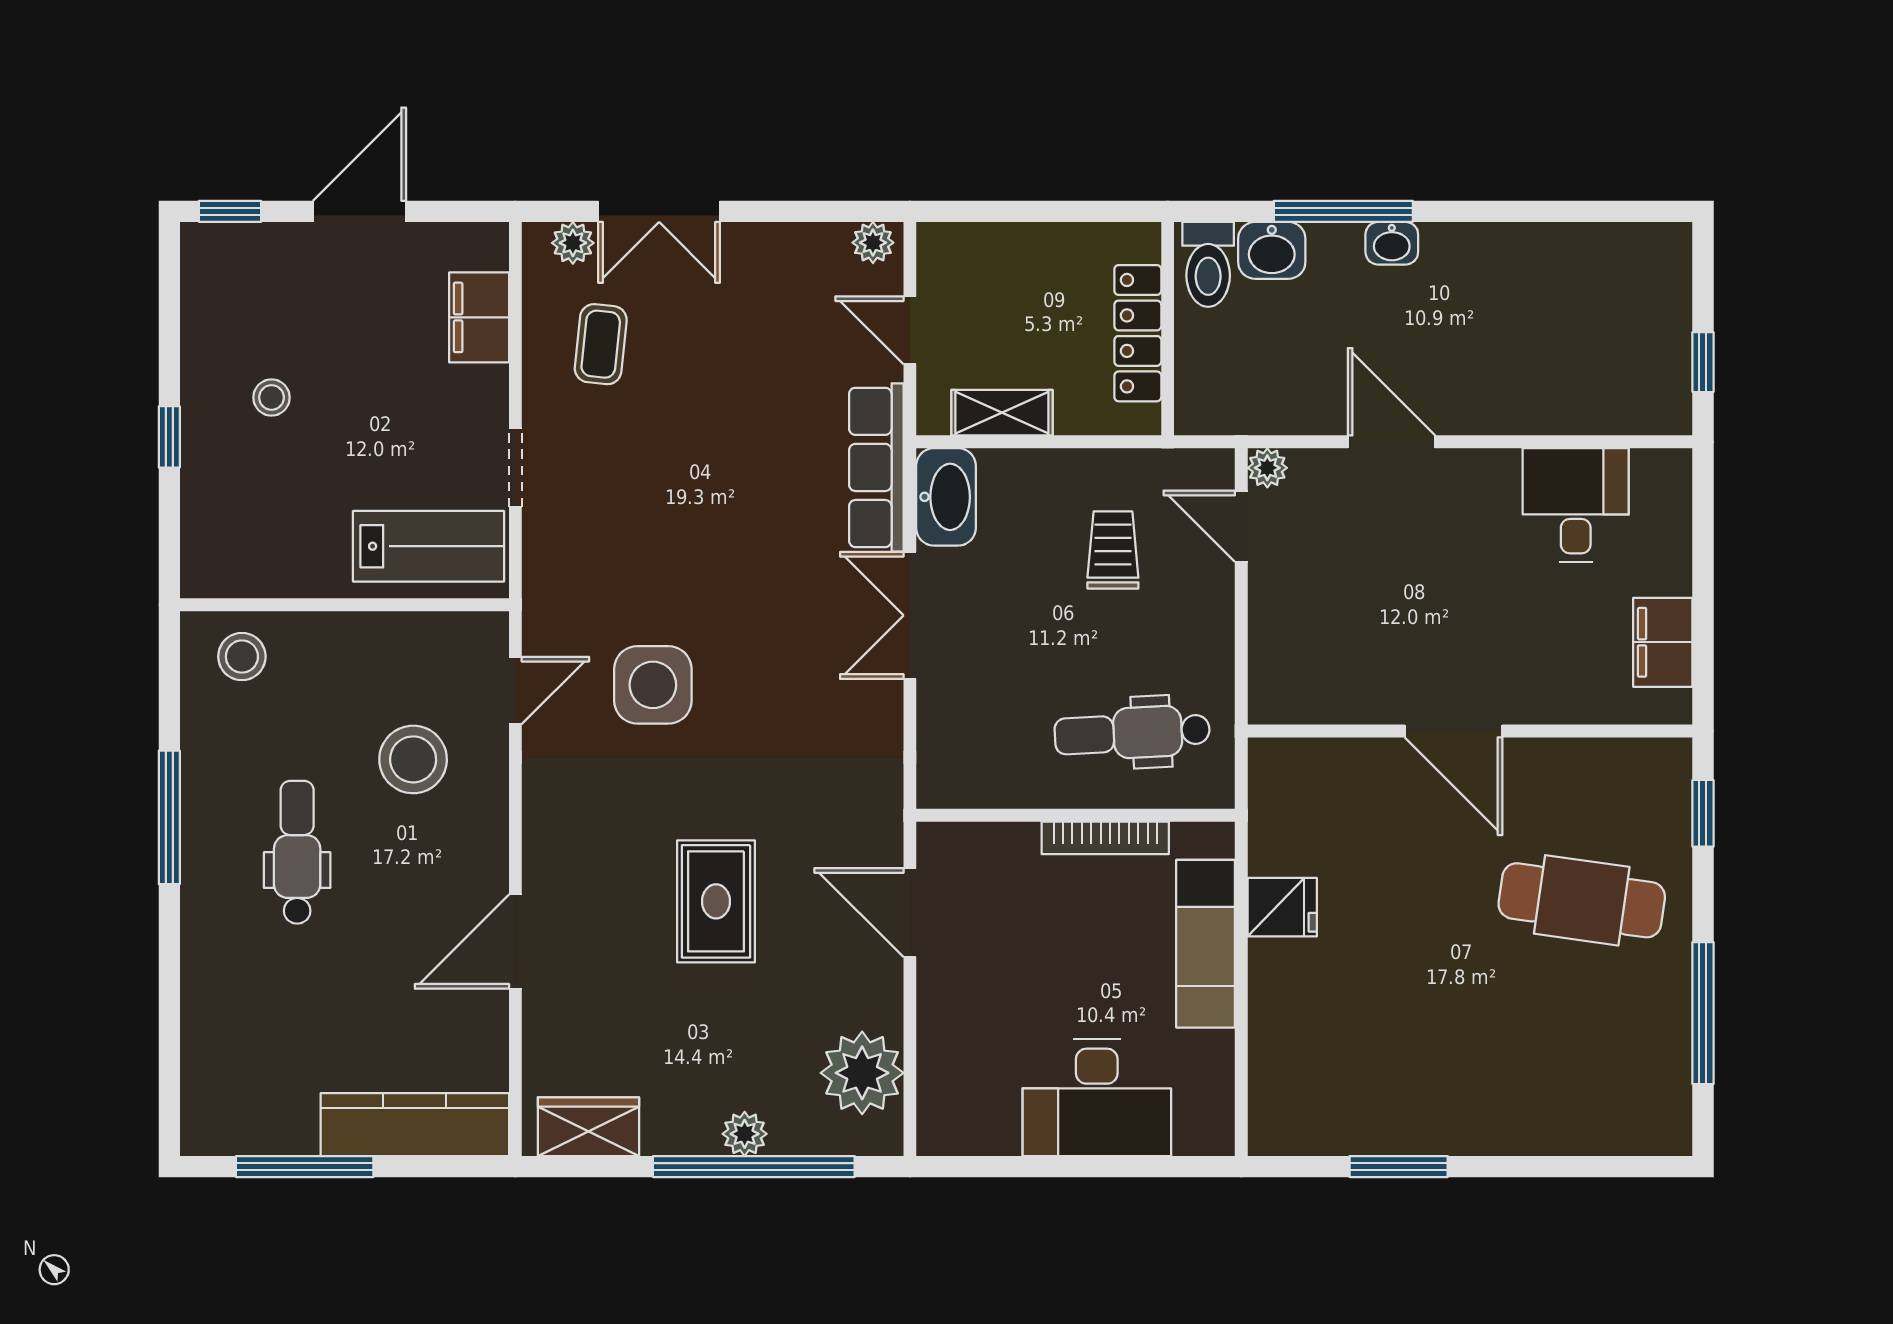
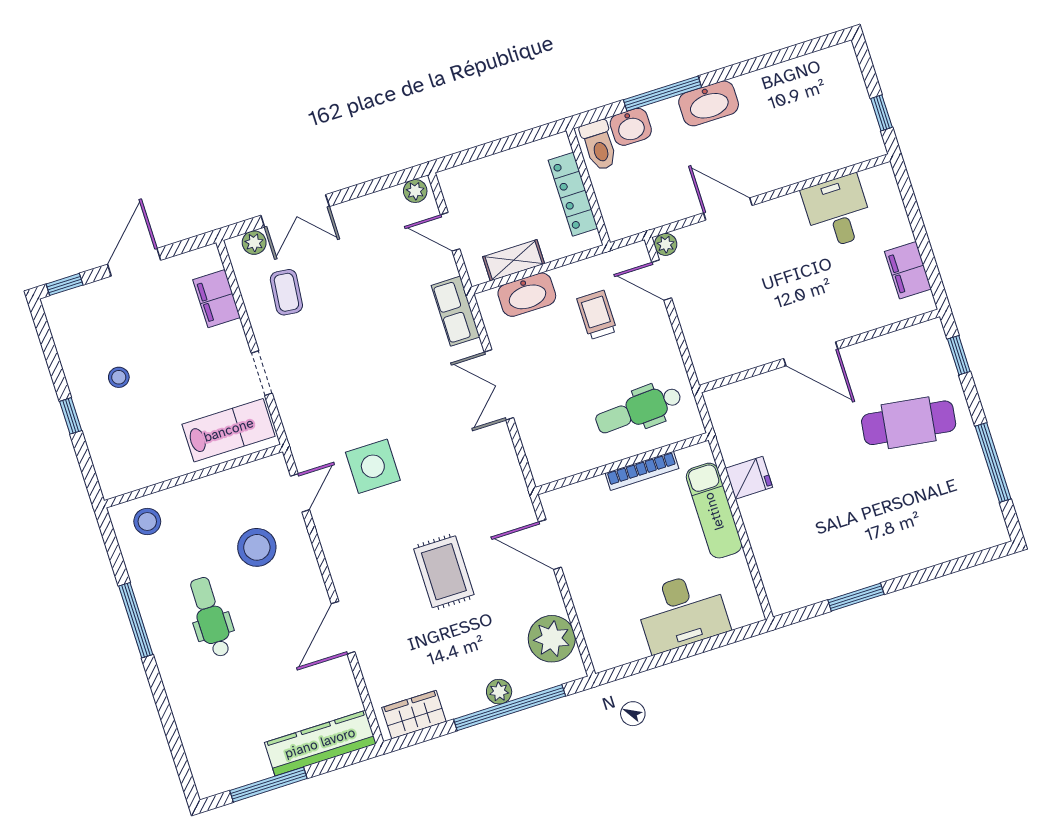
washbasin: (1392, 243) -> (709, 103), width x1.91, depth x1.45
row of seats: (876, 467) -> (456, 311), width x0.68
washbasin: (946, 497) -> (527, 295), moved, turned 90

